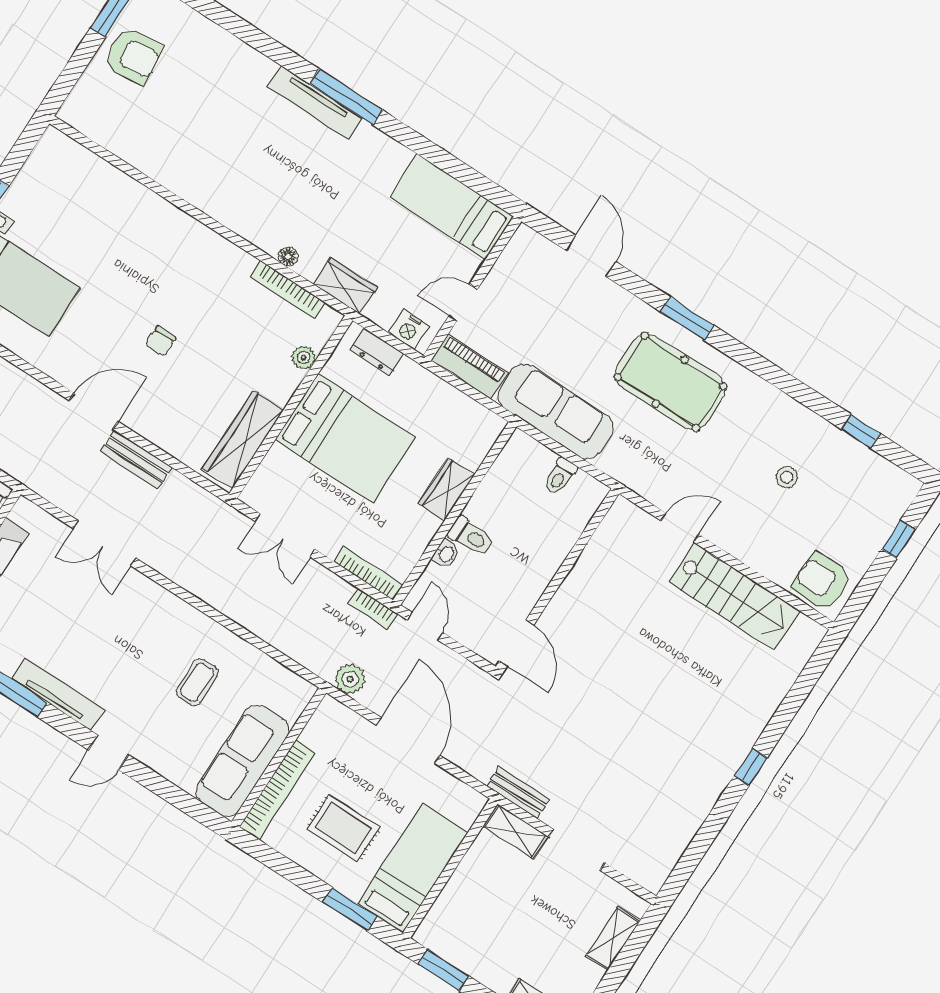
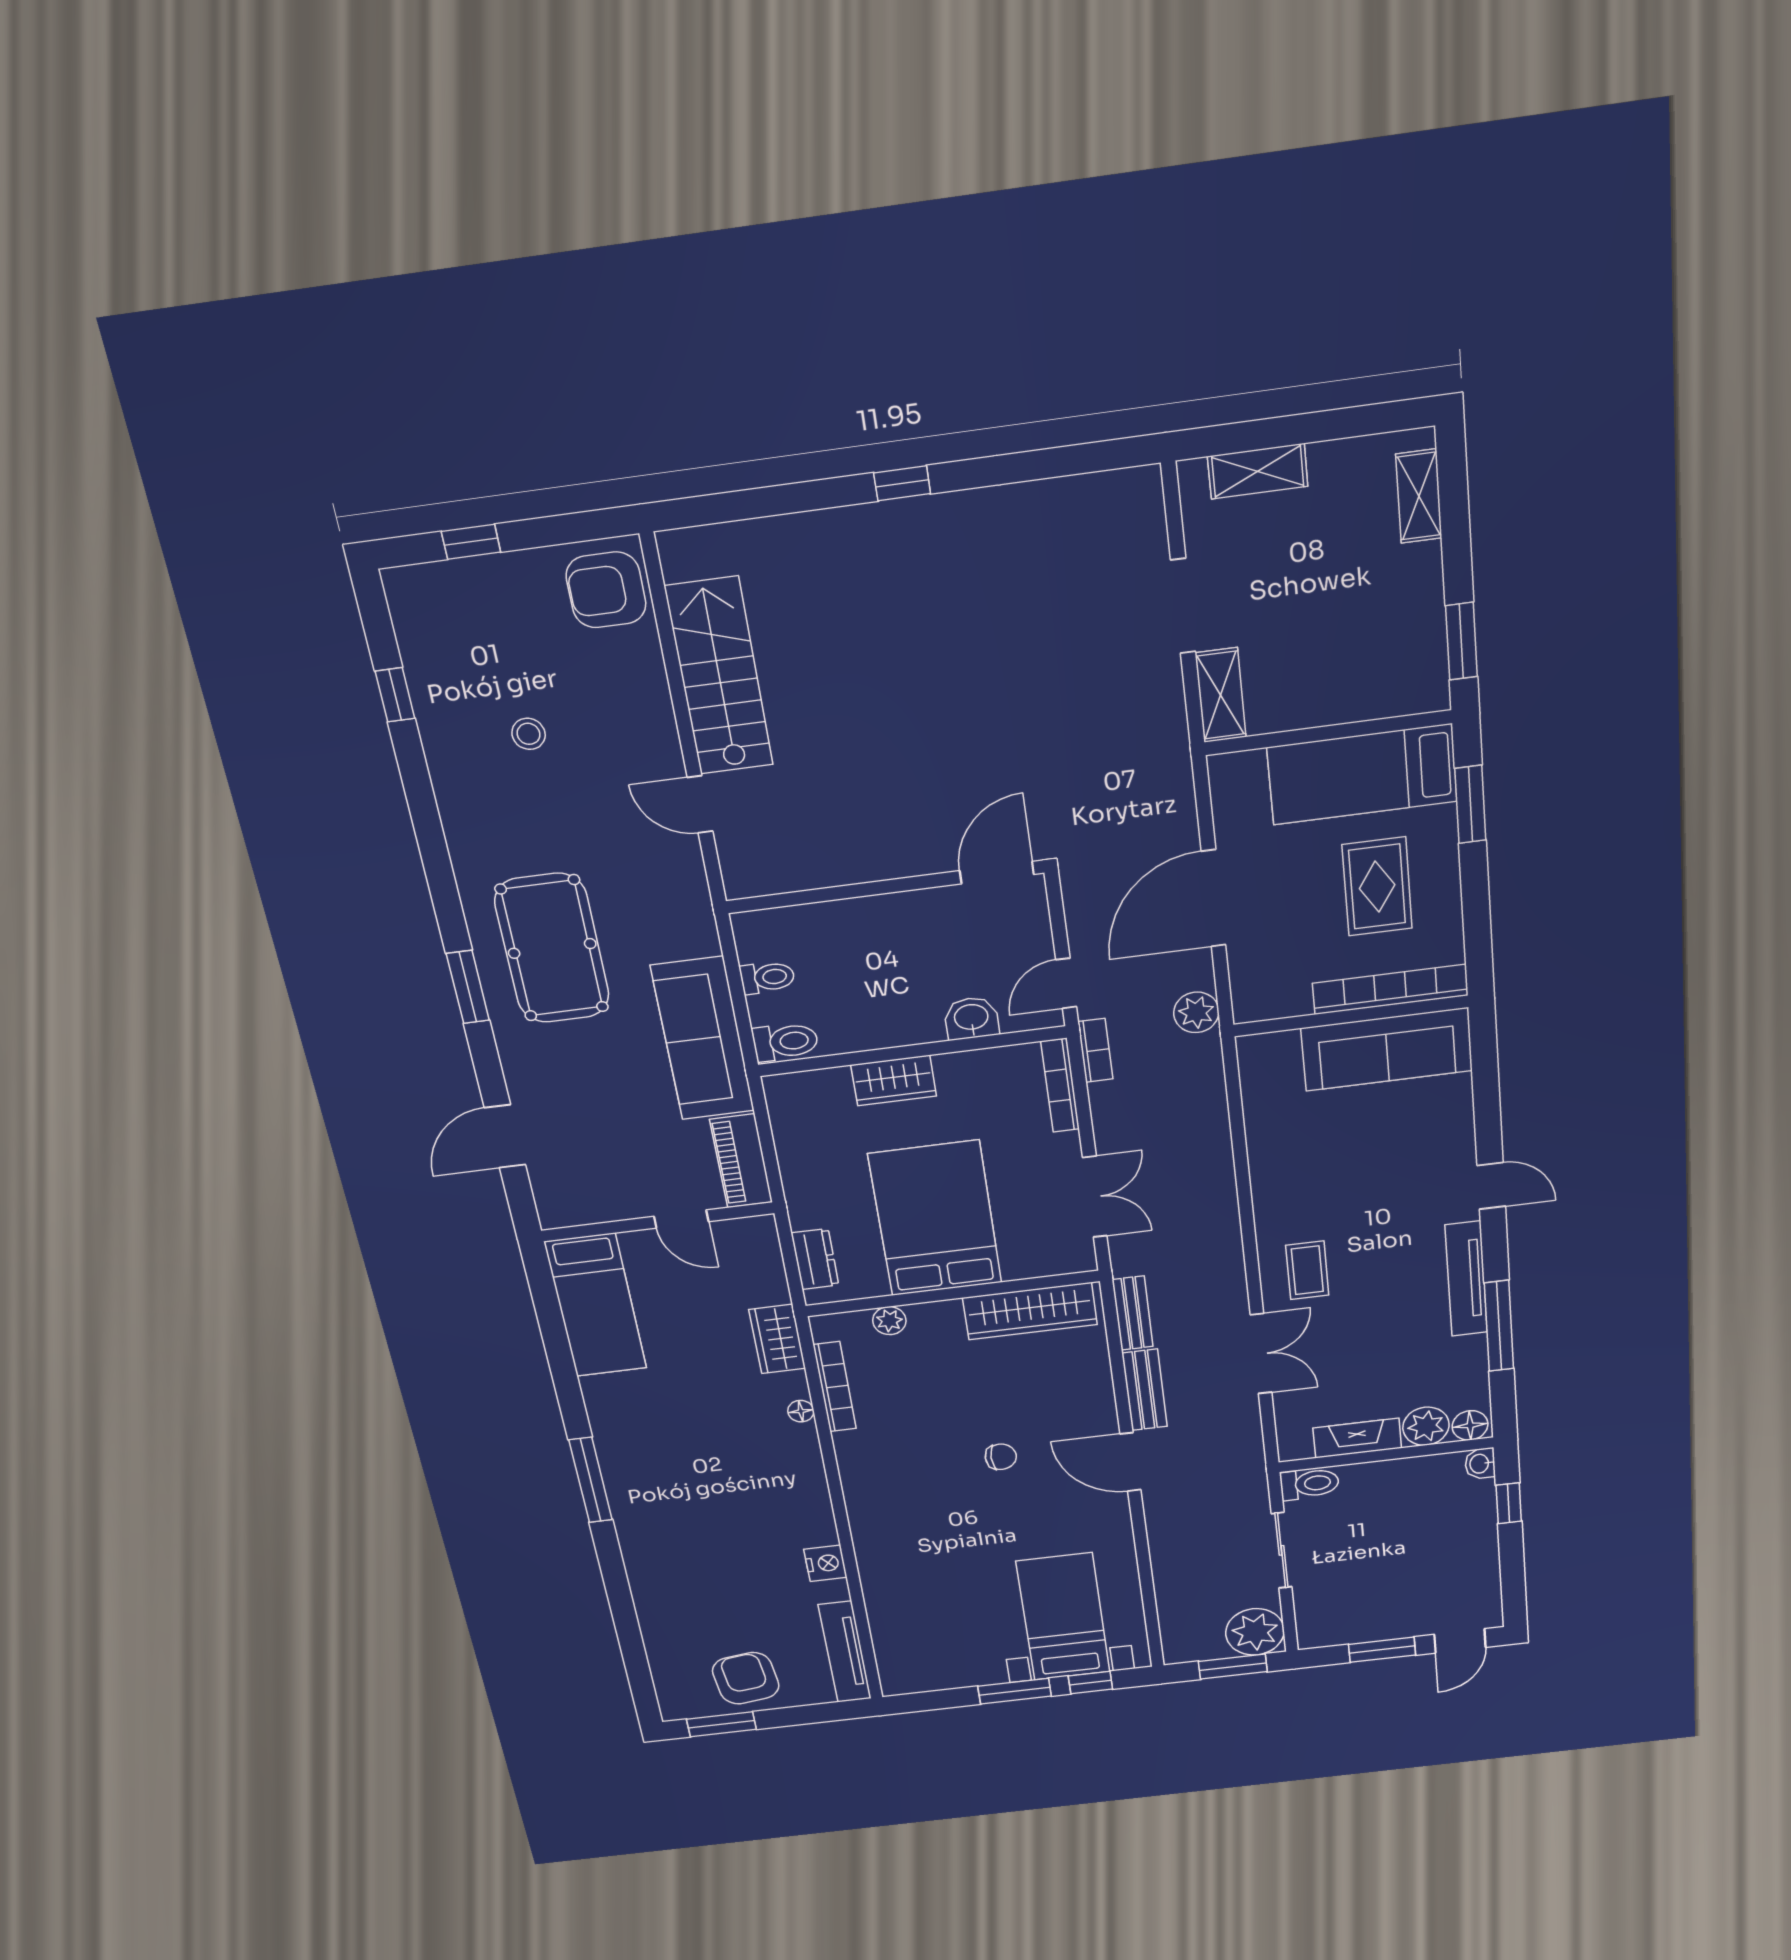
tv unit: (315, 103) -> (845, 1652), moved, turned 180
nightstand: (409, 329) -> (825, 1563), moved
toilet: (471, 536) -> (785, 1042), moved, turned 90
washbasin: (446, 554) -> (971, 1018), width x1.38, depth x1.45
armchair: (822, 581) -> (606, 590), turned 89
coffee table: (197, 682) -> (1307, 1270), moved, turned 90
bench: (518, 793) -> (1133, 1313), moved

